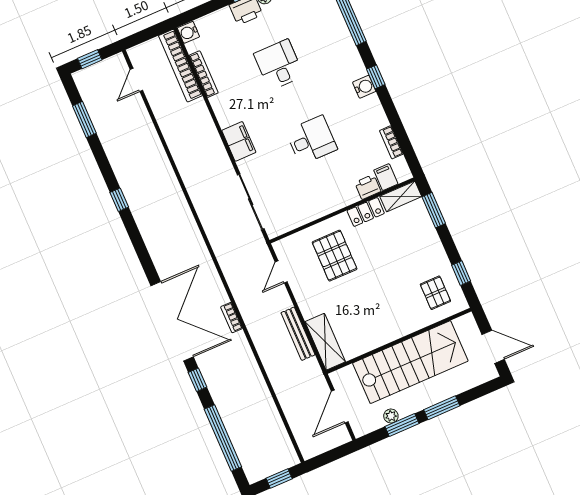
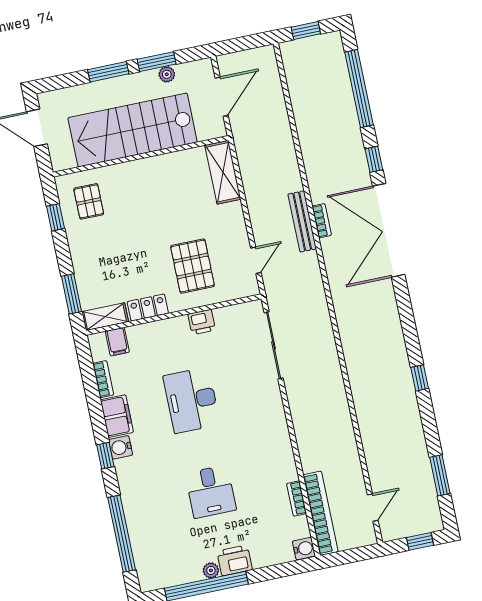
bookcase: (204, 74) -> (297, 499), width x0.64
desk: (312, 140) -> (192, 400), width x1.37
filing cabinet: (239, 141) -> (117, 416), moved, turned 180
printer: (368, 187) -> (202, 322), moved
bench: (298, 334) -> (302, 221), moved

